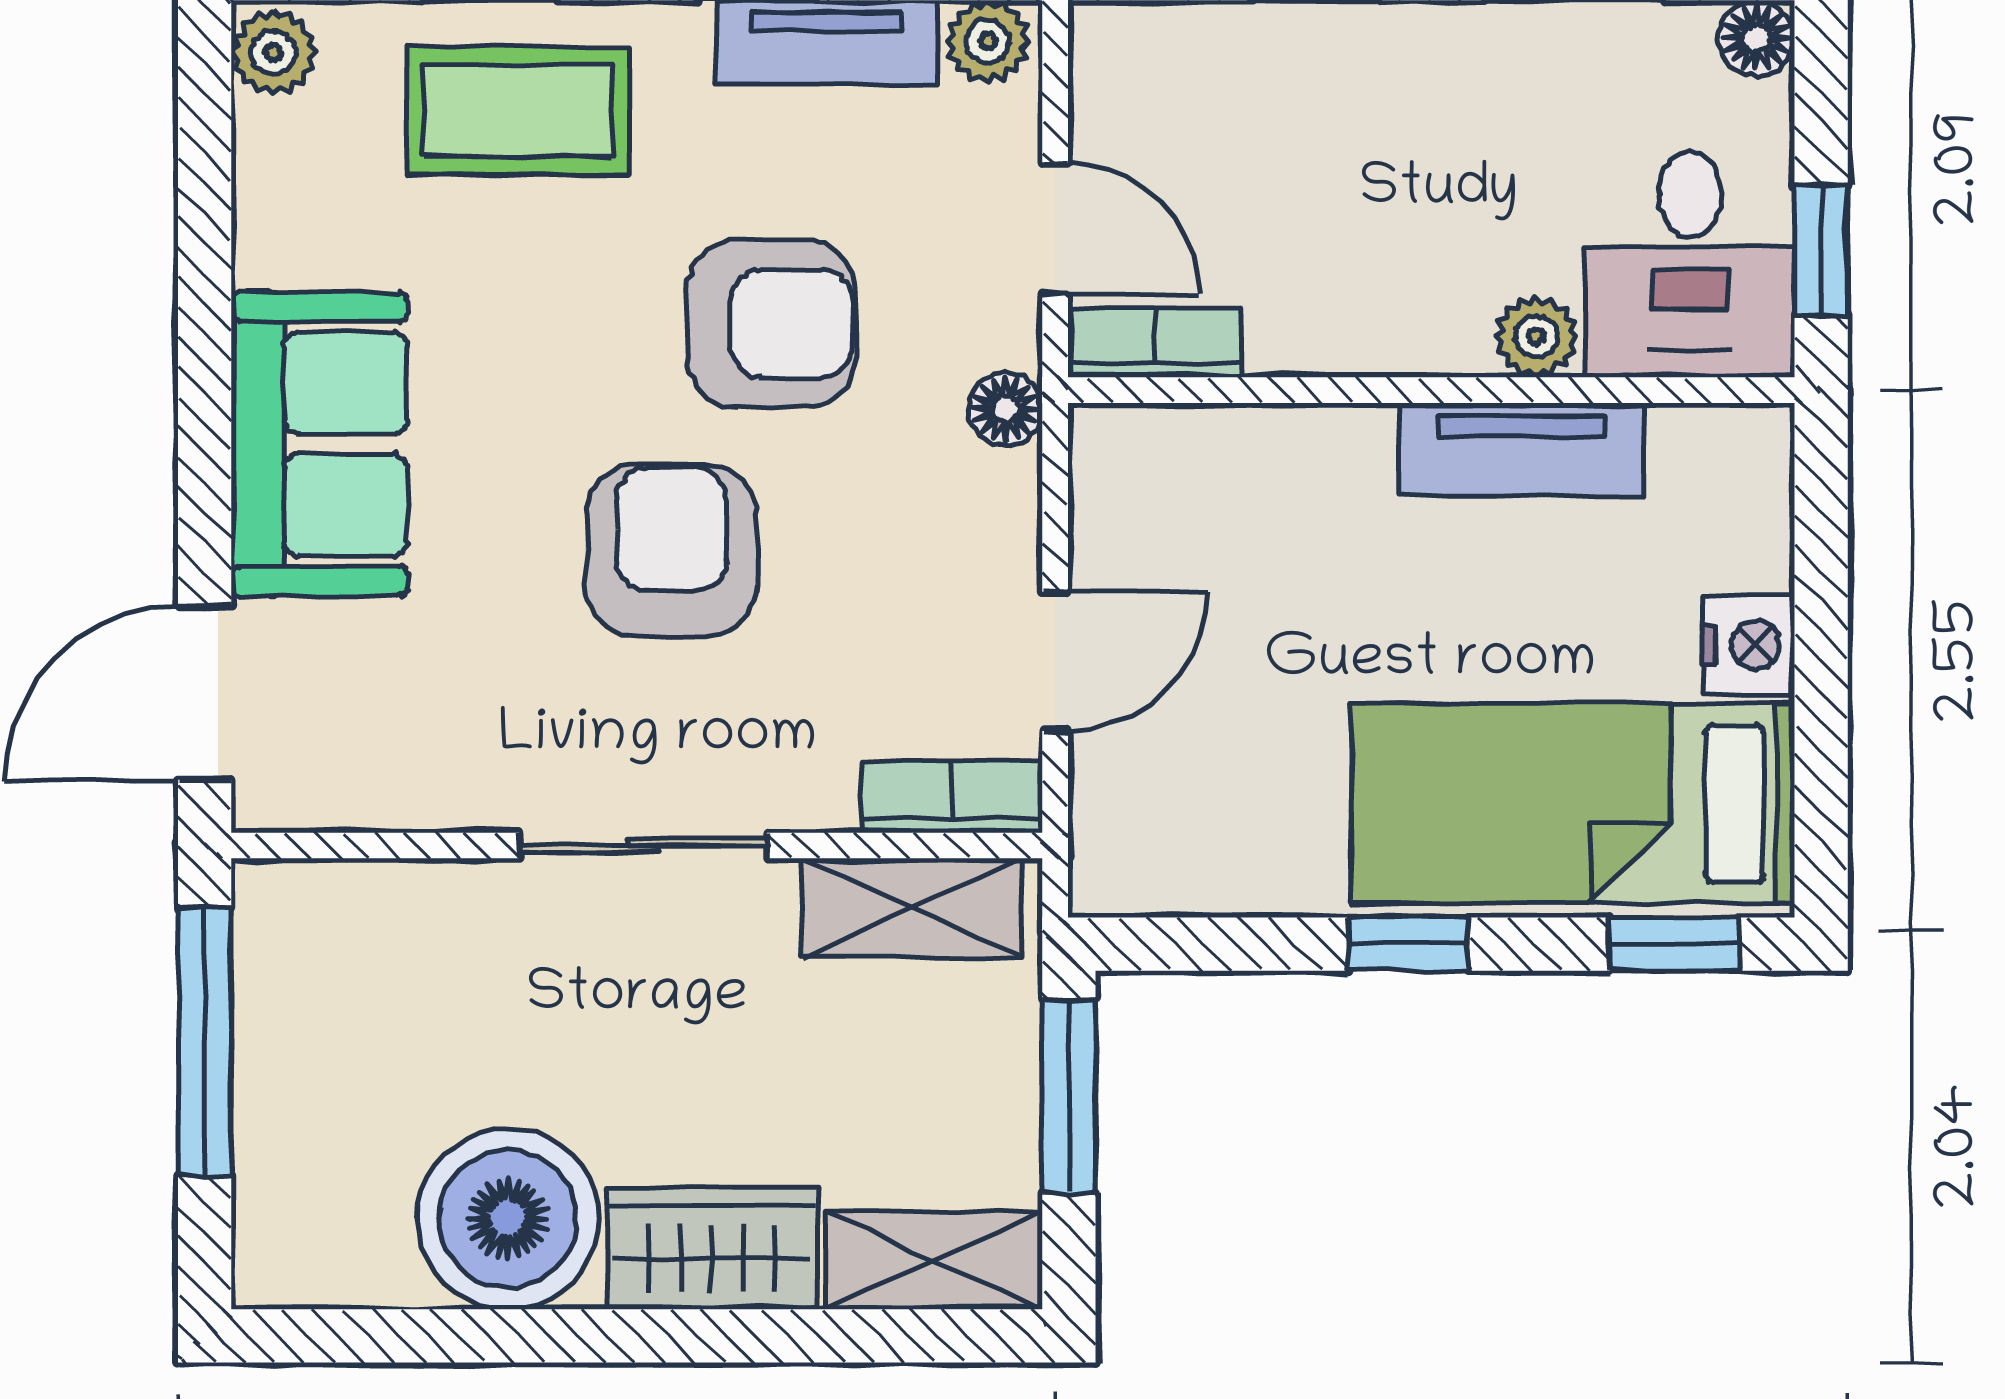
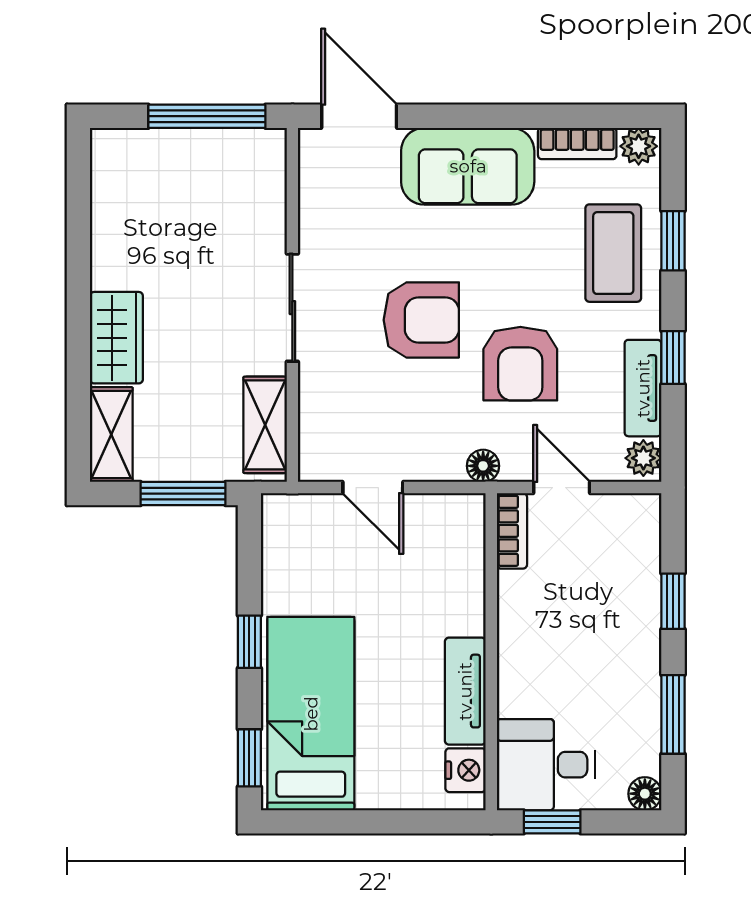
door: (1055, 229) -> (562, 488), swing flipped
plant: (1536, 337) -> (515, 697), removed
nightstand: (1748, 645) -> (466, 770), moved, turned -90
bookcase: (953, 797) -> (577, 144), moved, turned 90
boiler: (508, 1219) -> (130, 249), removed

